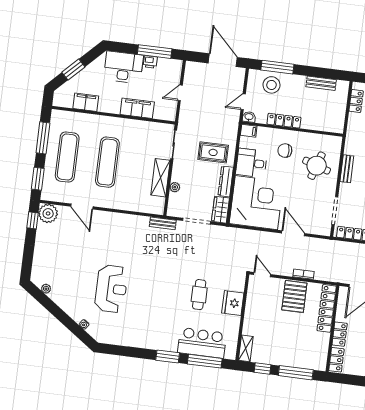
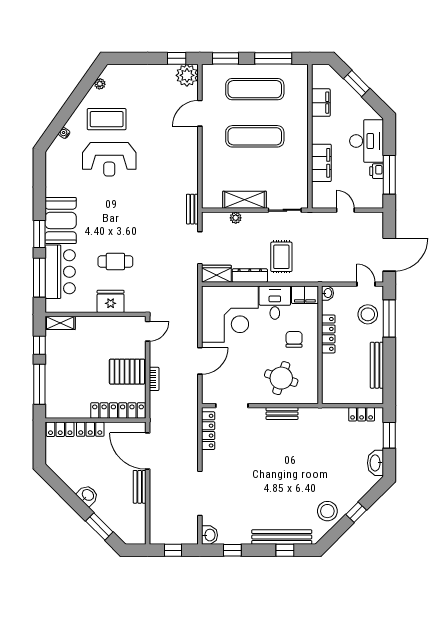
bench: (321, 83) -> (377, 365), width x1.36
door: (243, 102) -> (366, 284), moved
filing cabinet: (249, 131) -> (305, 295), width x2.00
coffee table: (77, 287) -> (107, 119), added
booth: (158, 337) -> (61, 220), added

